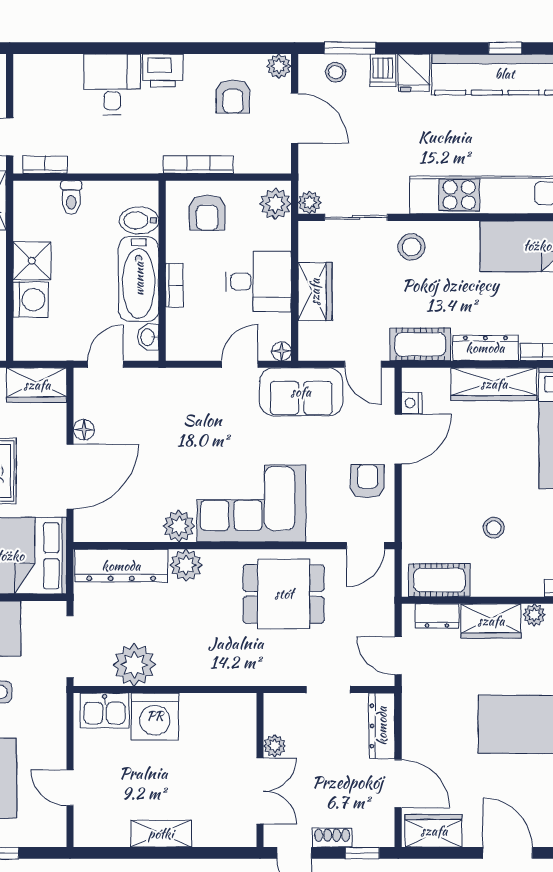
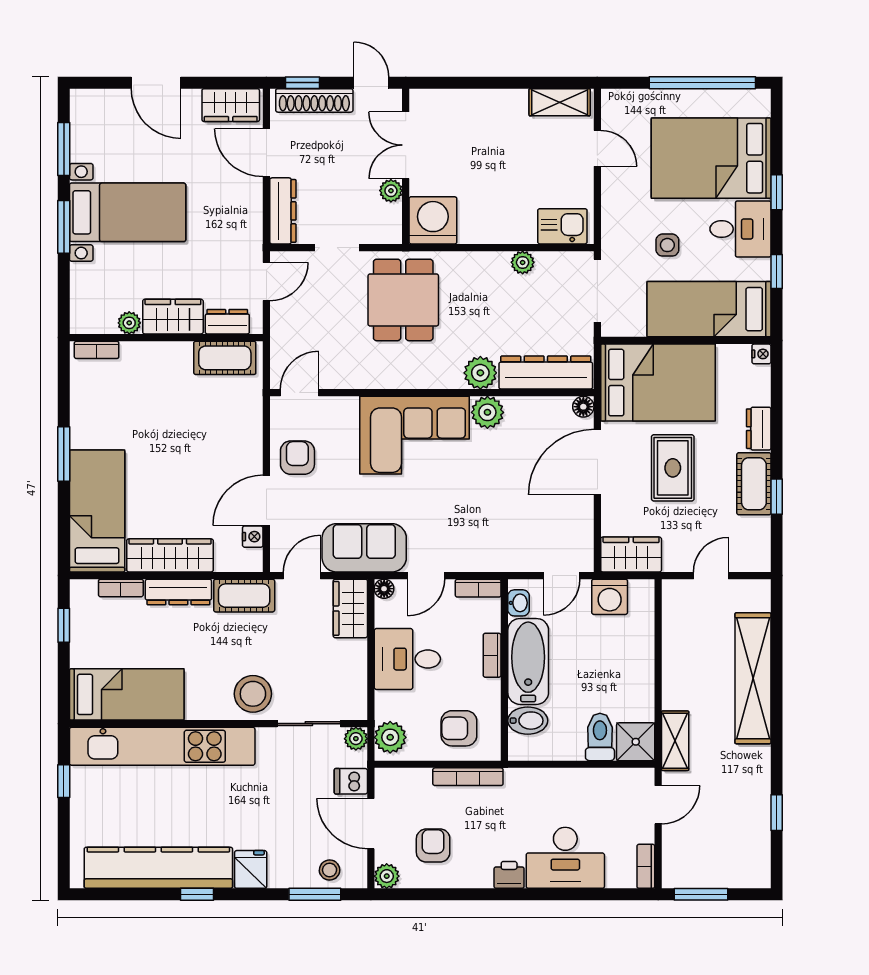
window: (505, 48) -> (197, 894), moved
dishwasher: (383, 70) -> (351, 781), moved, turned -90
printer: (163, 71) -> (509, 875), width x0.73, depth x0.81
desk: (112, 84) -> (565, 858), width x1.37
bookcase: (45, 165) -> (646, 866), moved, turned 90
toilet: (71, 198) -> (600, 737), width x1.37, depth x1.39
armchair: (207, 213) -> (459, 728), turned -90
stool: (412, 247) -> (253, 694), width x1.38, depth x1.38
shower: (32, 261) -> (636, 742), moved
wardrobe: (315, 292) -> (350, 608), moved
washing machine: (31, 300) -> (610, 597), moved, turned -90
bookcase: (188, 352) -> (478, 588), added
door: (363, 364) -> (302, 576), hinge flipped
floor lamp: (84, 430) -> (583, 407), moved
armchair: (367, 481) -> (297, 458), turned 180
stool: (494, 528) -> (170, 411), removed
dining table: (284, 594) -> (403, 300), moved, turned 90
door: (398, 656) -> (266, 281), hinge flipped
plant: (134, 665) -> (523, 262), width x0.53, depth x0.53
washing machine: (155, 716) -> (433, 220), moved
shelving: (161, 834) -> (560, 102), moved
shoe rack: (332, 838) -> (314, 100), width x1.94, depth x1.24

